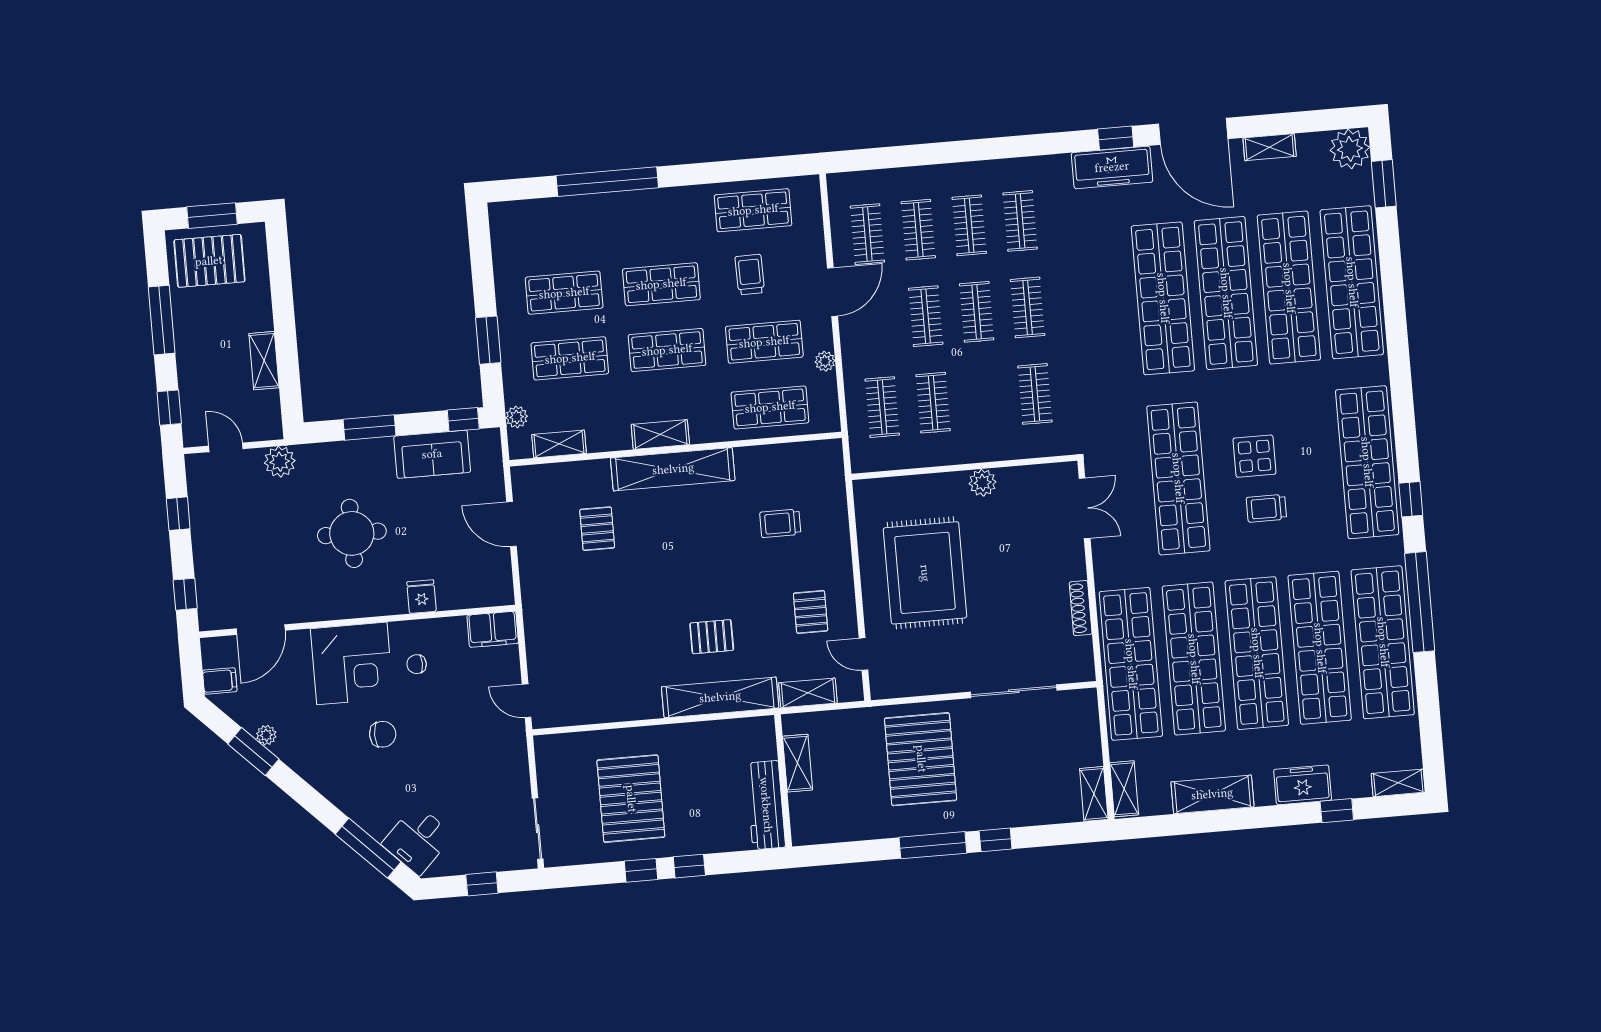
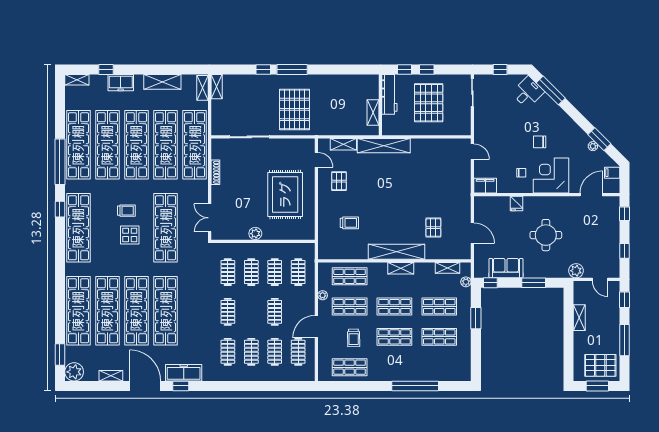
clothes rail: (977, 312) -> (251, 272), moved
pallet: (712, 637) -> (385, 174), removed
shelving: (798, 763) -> (373, 112), moved
wall: (783, 781) -> (380, 105), moved
workbench: (766, 805) -> (389, 94), moved

